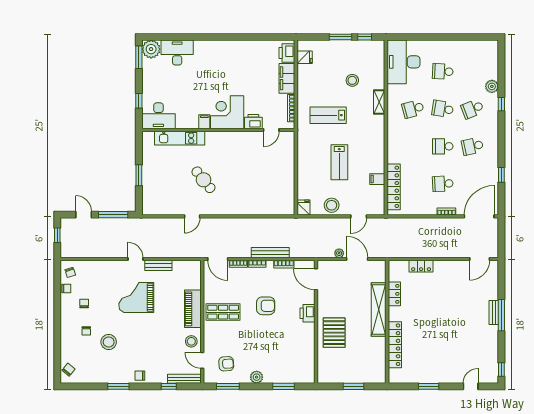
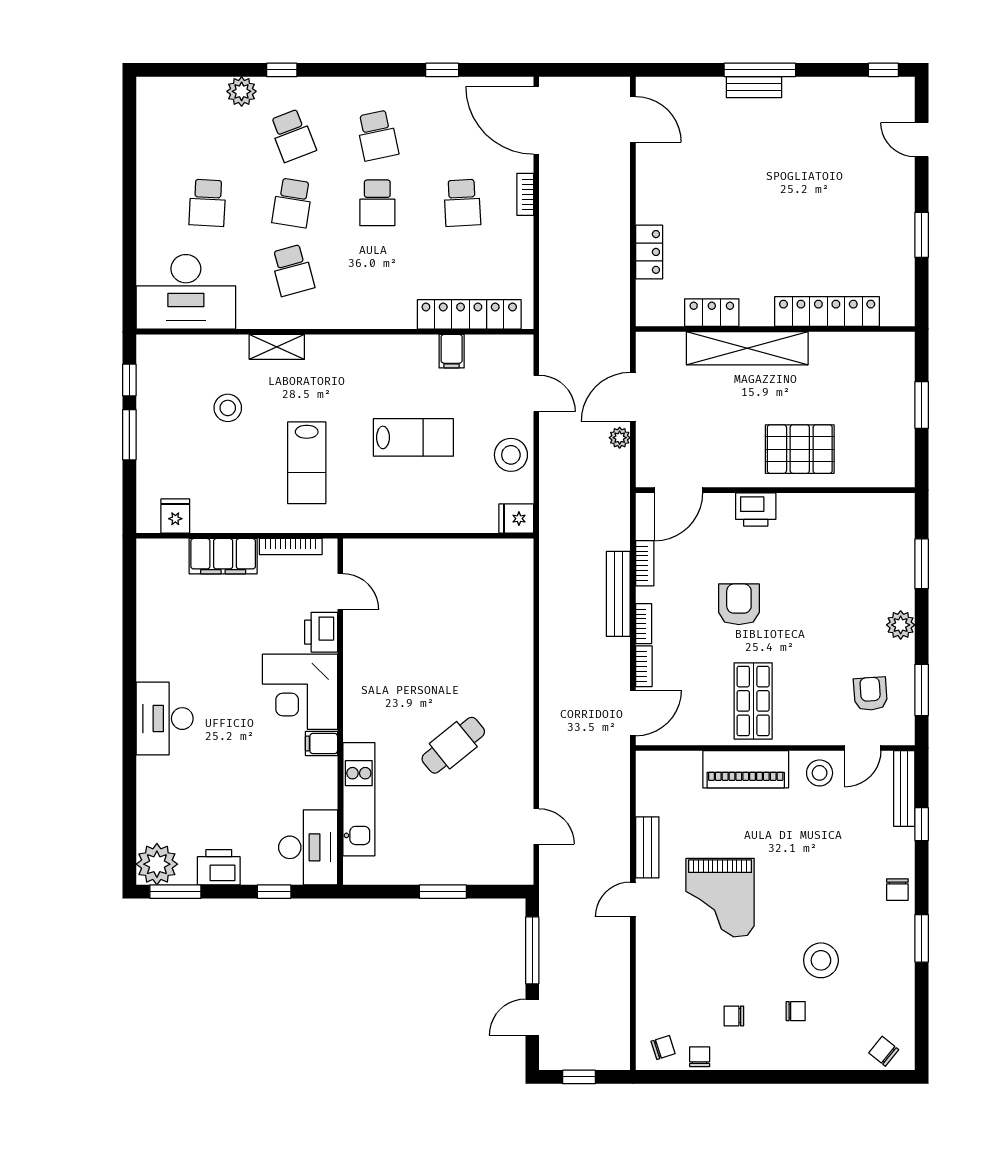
desk: (177, 53) -> (165, 719), moved
printer: (287, 53) -> (219, 867), moved, turned 180
door: (192, 216) -> (536, 827), moved

